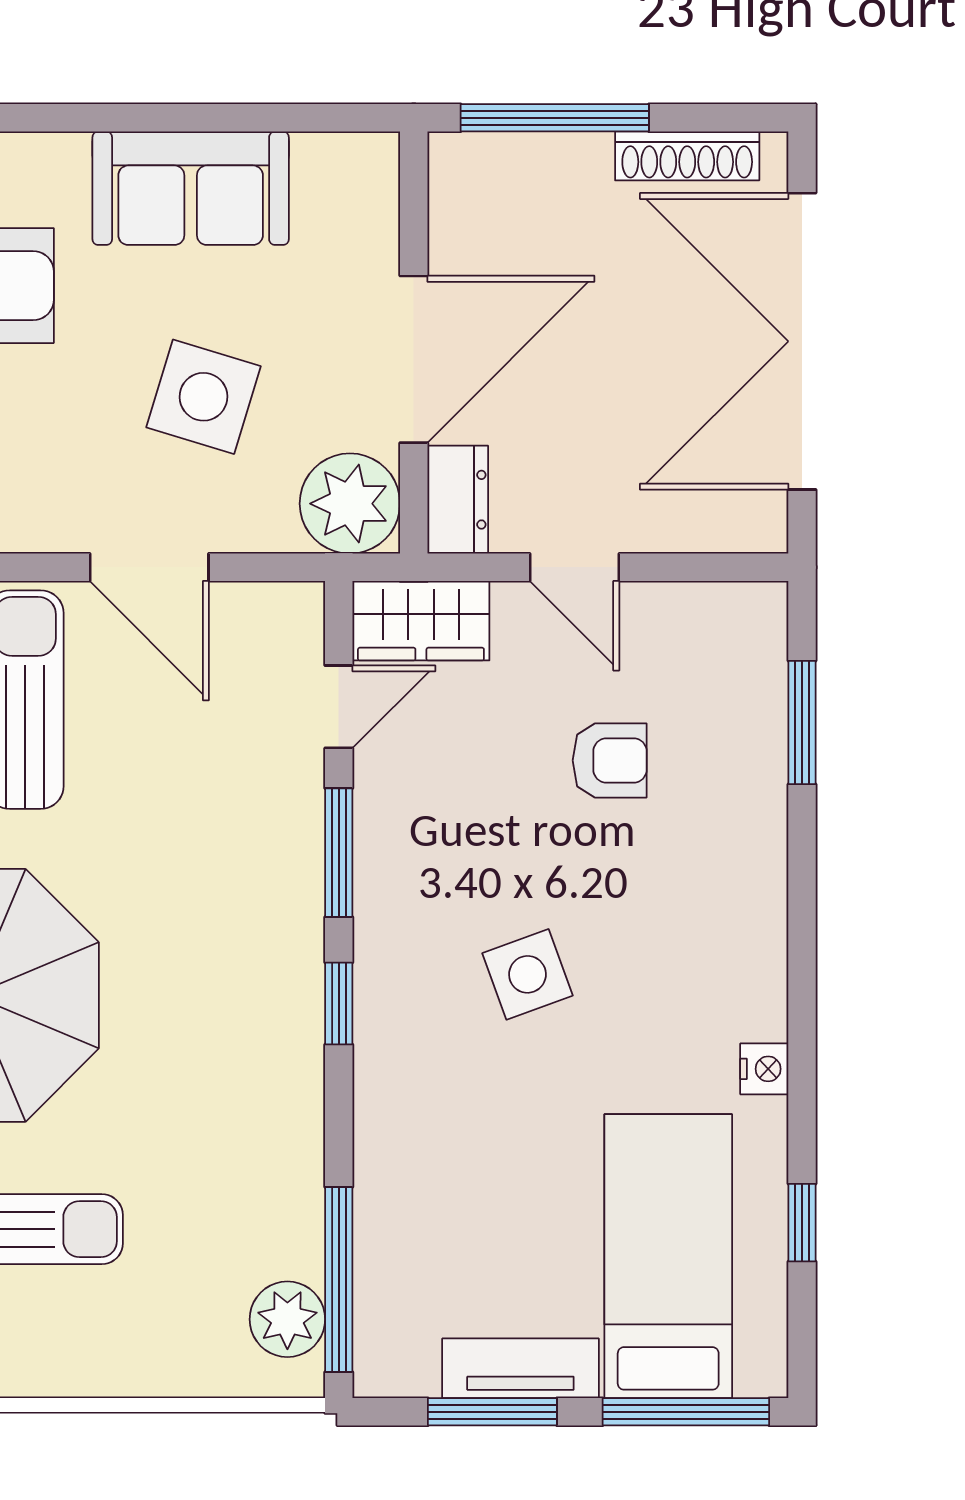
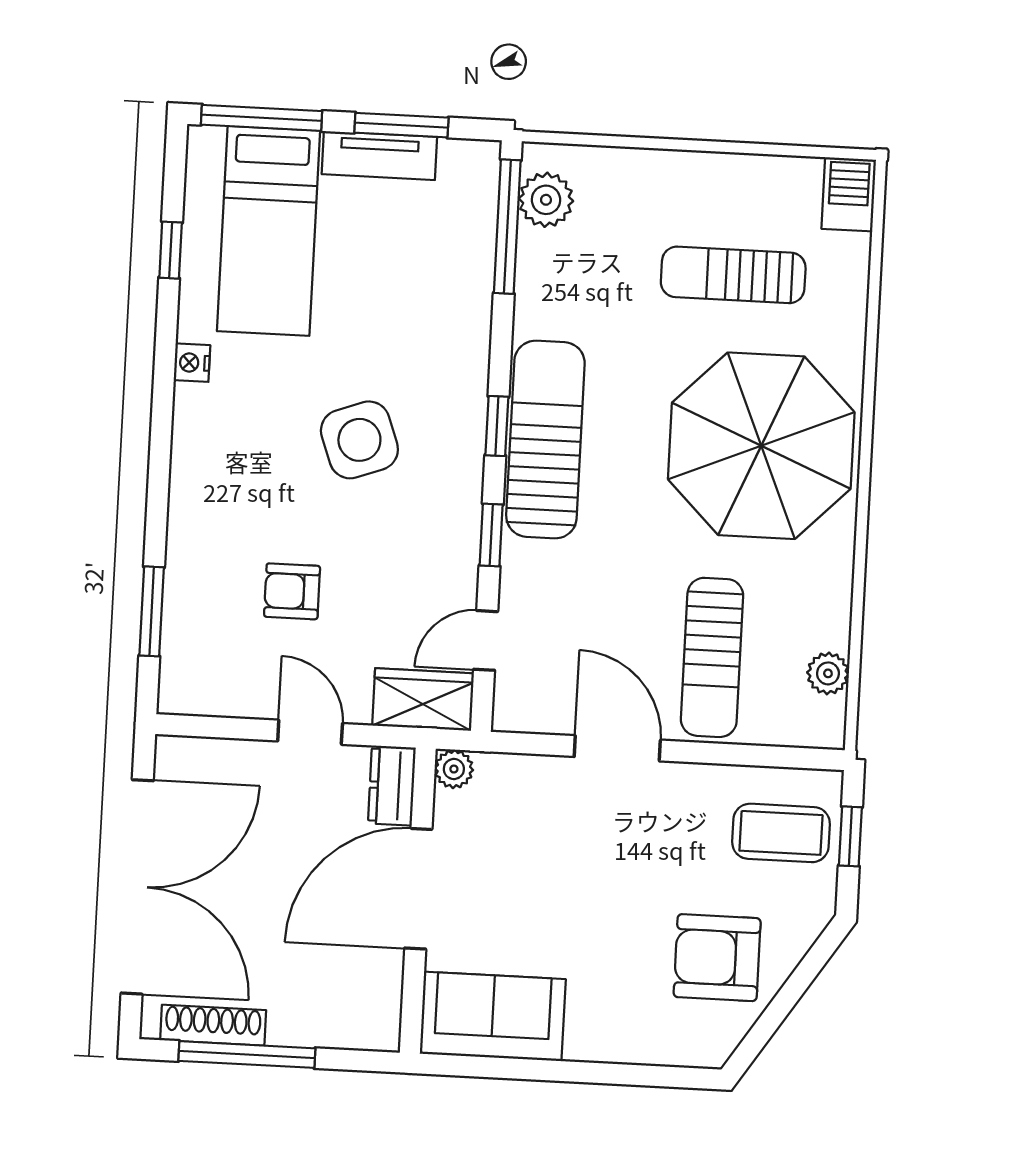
window: (555, 118) -> (247, 1055), moved
sofa: (191, 188) -> (493, 1016), moved
side table: (203, 397) -> (572, 869), removed
plant: (350, 504) -> (454, 769), width x0.53, depth x0.53
window: (339, 853) -> (491, 535), width x0.67
side table: (527, 974) -> (359, 440), width x1.37, depth x1.37
sun lounger: (271, 988) -> (545, 440), added

